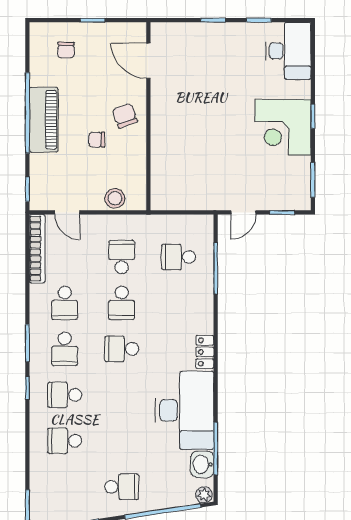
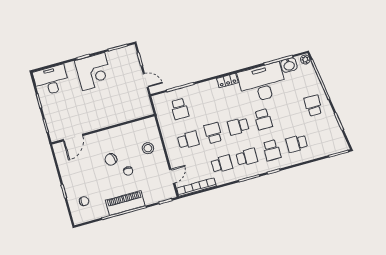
door: (148, 61) -> (73, 138), moved
wall: (148, 116) -> (103, 129), moved
stool: (115, 198) -> (148, 148), moved
school desk: (122, 257) -> (188, 140), turned 180
school desk: (122, 303) -> (213, 133), turned -90
school desk: (122, 349) -> (238, 126), turned 90
school desk: (122, 395) -> (263, 119), added
school desk: (65, 441) -> (297, 143), turned 90

